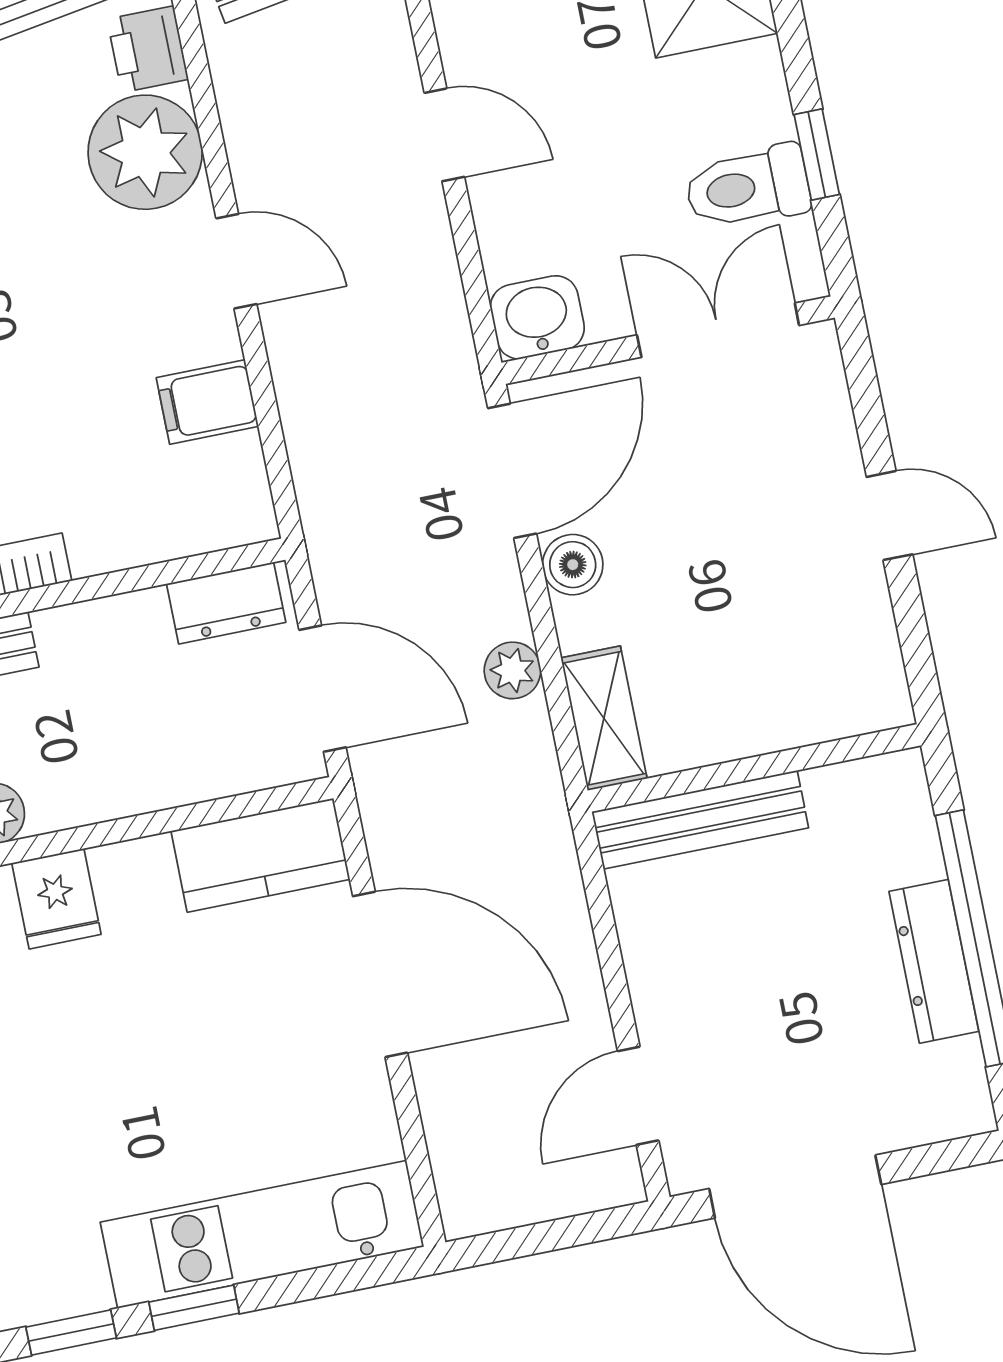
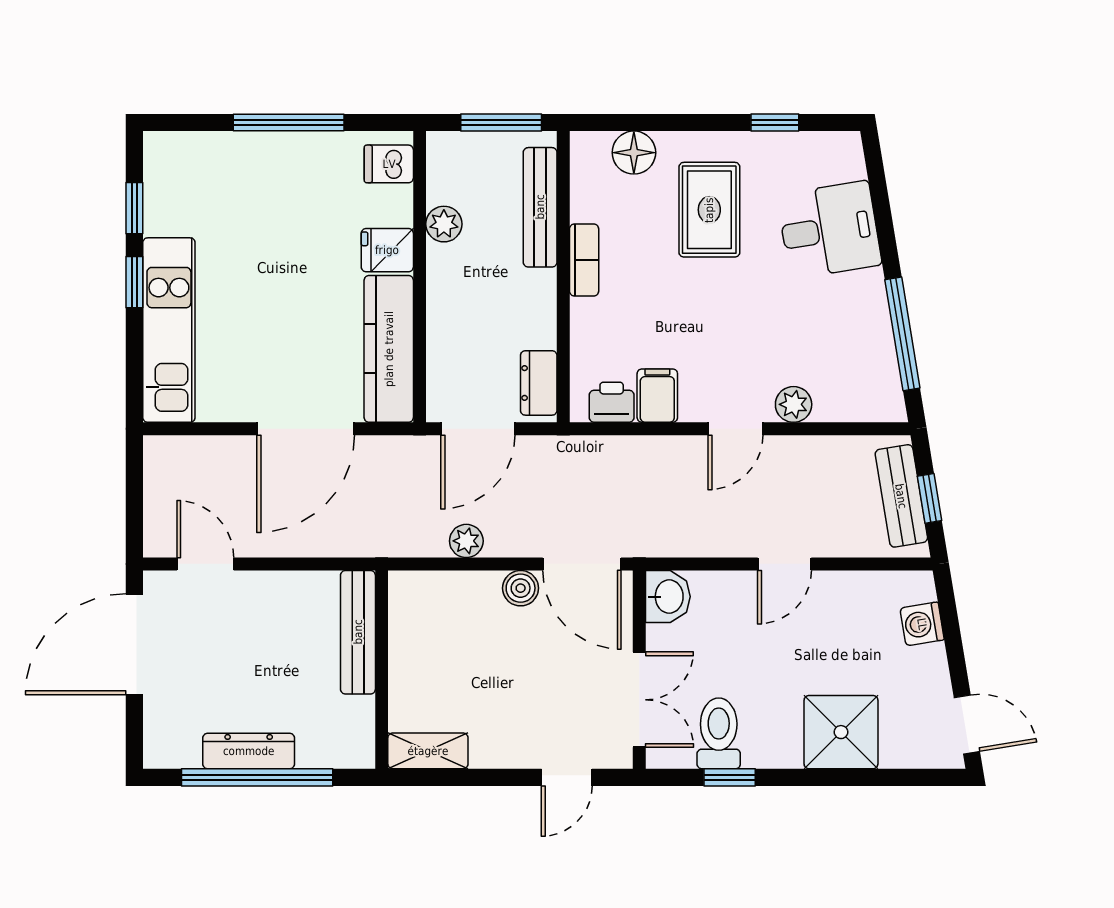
printer: (148, 49) -> (612, 402), moved
plant: (145, 152) -> (794, 404), width x0.53, depth x0.53
door: (890, 516) -> (567, 777), moved
shelving: (604, 718) -> (428, 751), moved
kitchen counter: (260, 855) -> (389, 349), width x1.50

